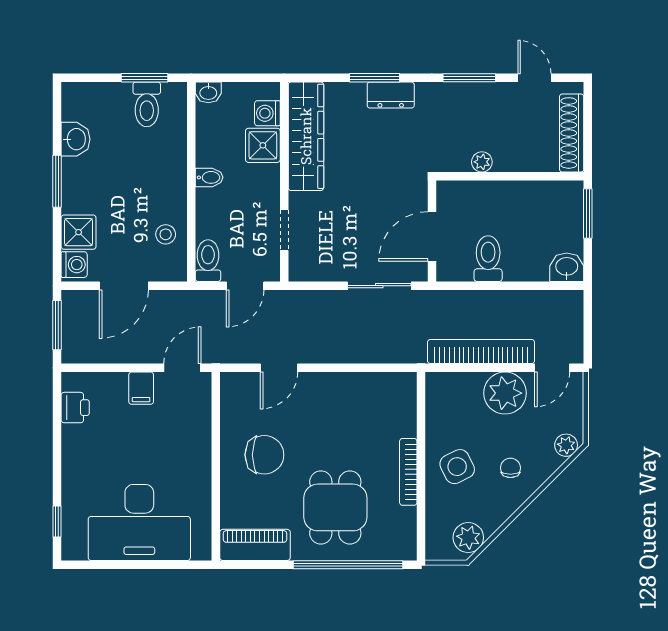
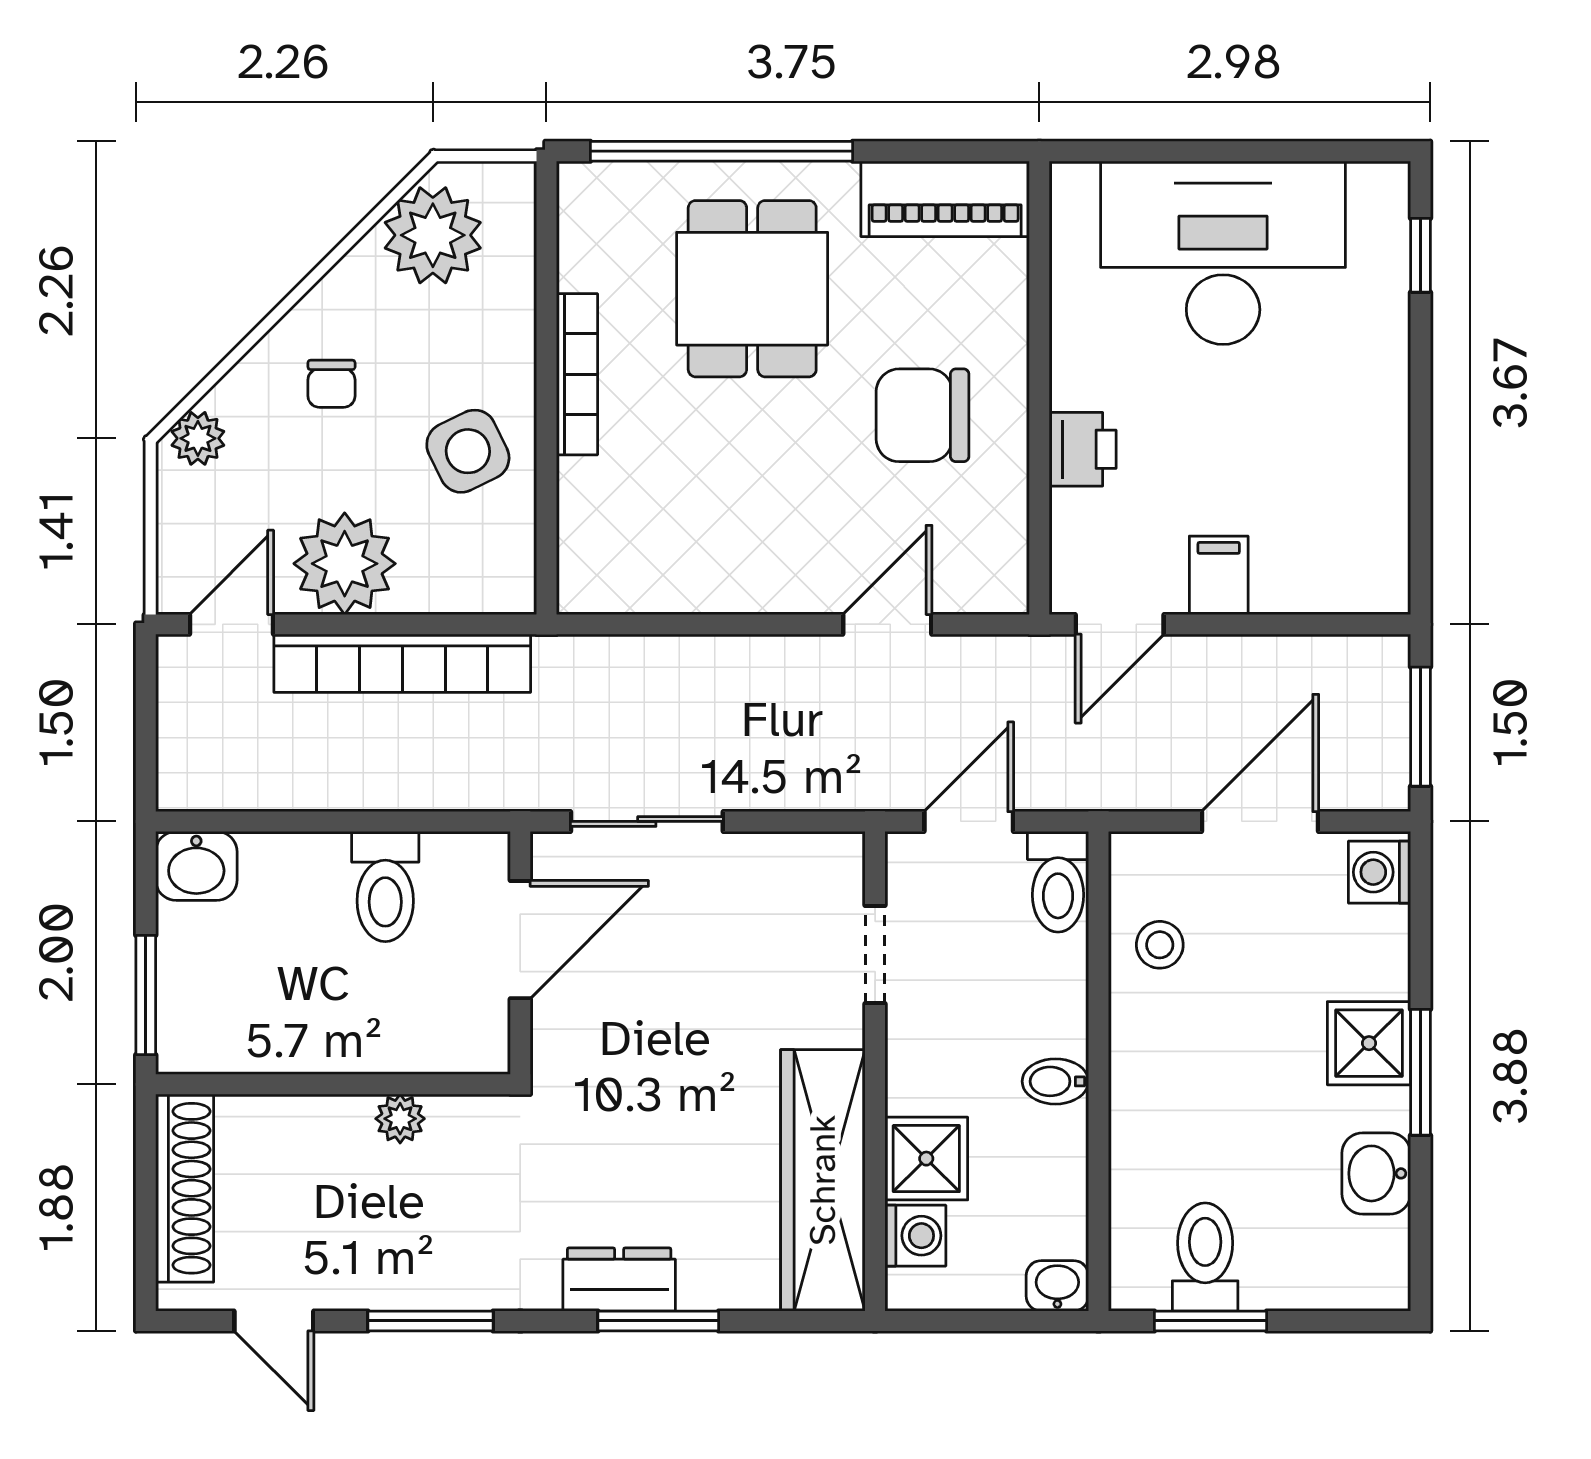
shower: (79, 232) -> (1369, 1043), moved
printer: (75, 408) -> (1083, 449), moved, turned 180
side table: (457, 467) -> (468, 451), moved
plant: (468, 538) -> (433, 235), width x1.36, depth x1.36

